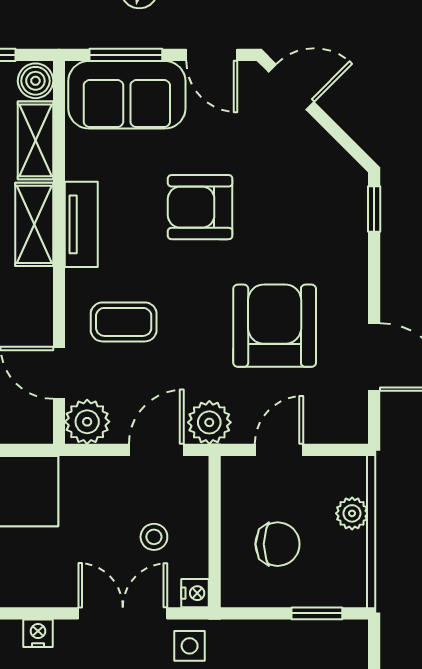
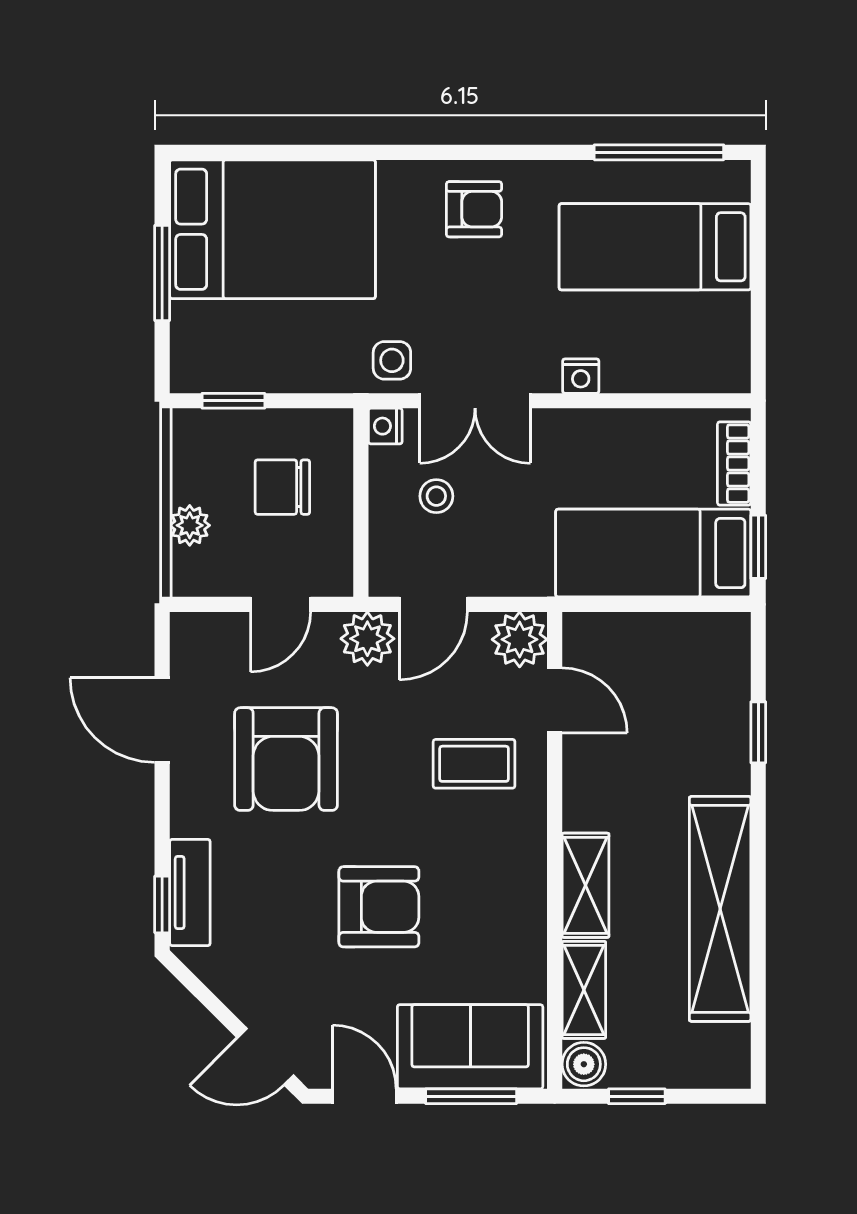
tv unit: (81, 224) -> (190, 893), moved, turned 180

